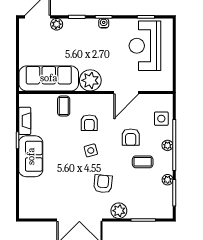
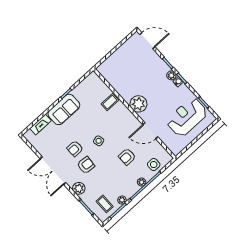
plant: (57, 24) -> (171, 75), moved
sofa: (49, 78) -> (118, 79), removed
fireplace: (25, 121) -> (41, 125), moved
armchair: (89, 123) -> (75, 149), moved
coffee table: (143, 162) -> (105, 204), moved

